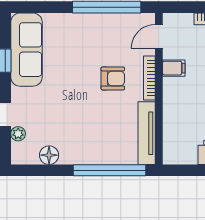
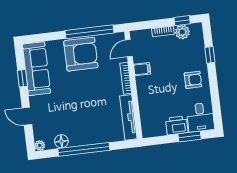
armchair: (113, 78) -> (81, 54), moved, width x1.88, depth x1.88
plant: (18, 134) -> (40, 145), moved
window: (109, 170) -> (84, 149), moved

